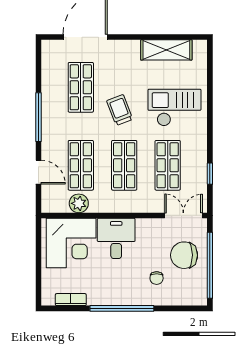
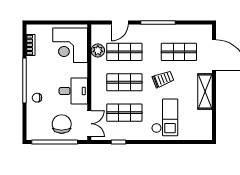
shelving: (166, 50) -> (205, 91), moved
desk: (116, 238) -> (73, 91), moved
chair: (157, 278) -> (37, 98), moved

